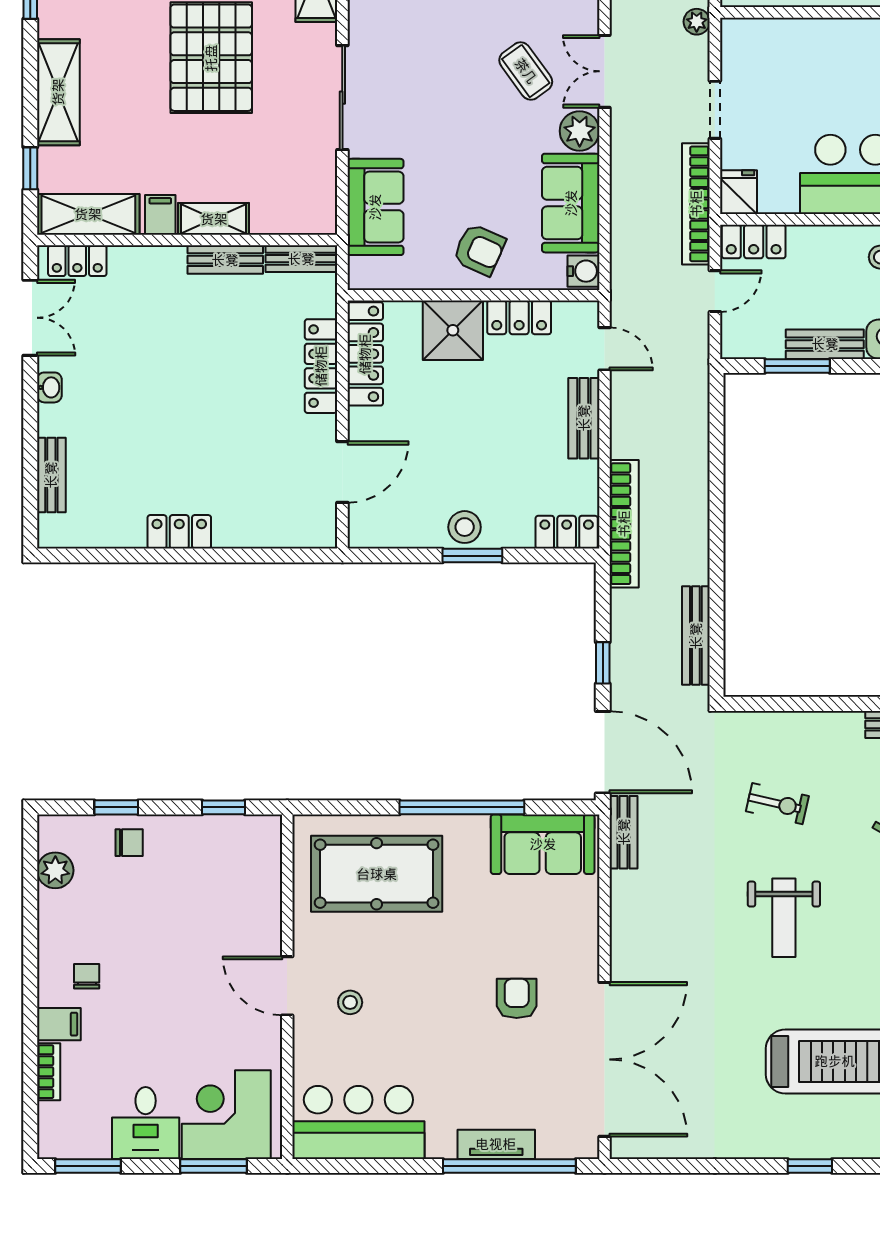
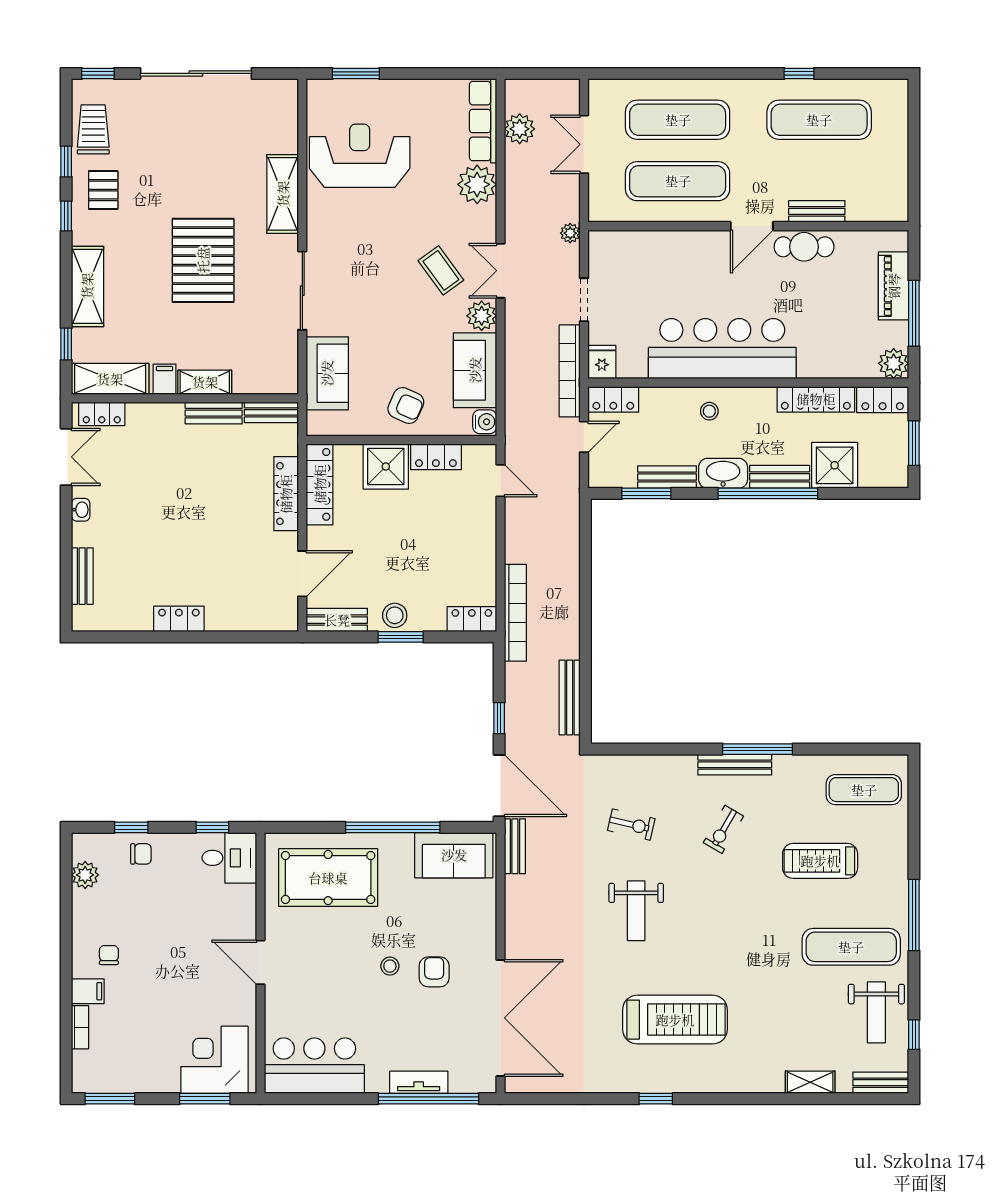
bench: (584, 418) -> (337, 620), moved, turned 90
stool: (350, 1002) -> (390, 966), moved
desk: (146, 1123) -> (229, 858), moved, turned -90

